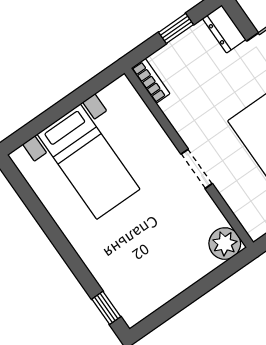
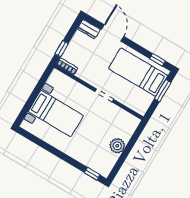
window: (176, 28) -> (62, 49), moved
plant: (225, 244) -> (117, 146), moved

